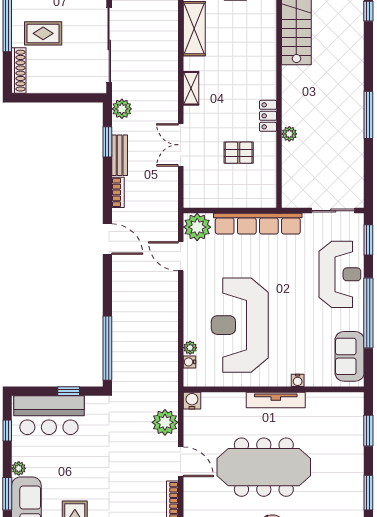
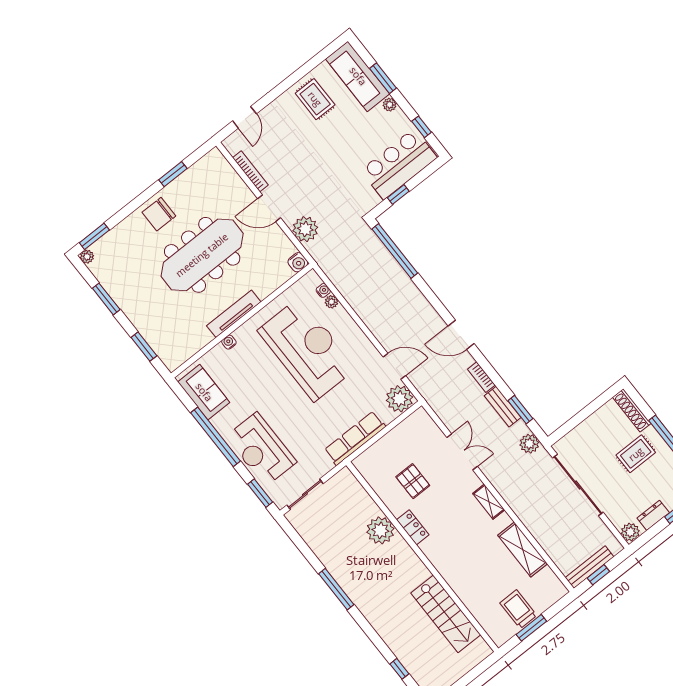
plant: (289, 134) -> (380, 530), width x1.88, depth x1.88
pallet: (239, 153) -> (413, 481), turned 90
row of seats: (258, 224) -> (355, 438), width x0.73

